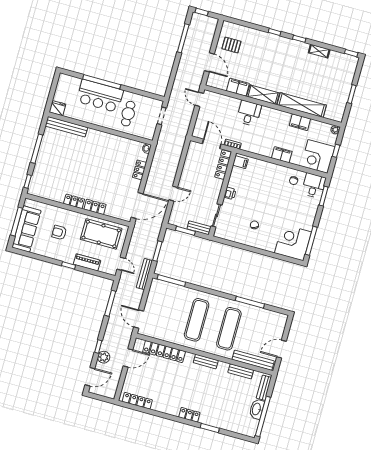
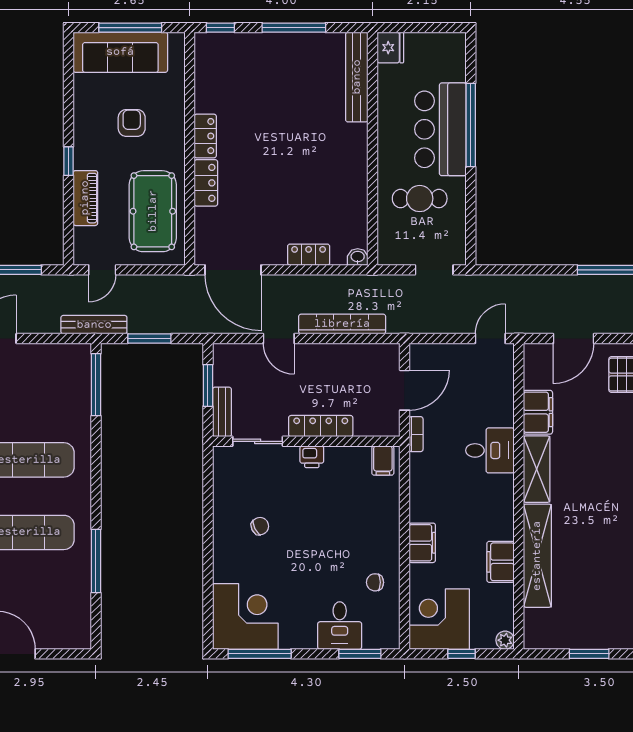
bookcase: (175, 164) -> (342, 324), added
locker: (223, 165) -> (321, 426), moved
desk: (314, 186) -> (340, 626), moved, turned 90

